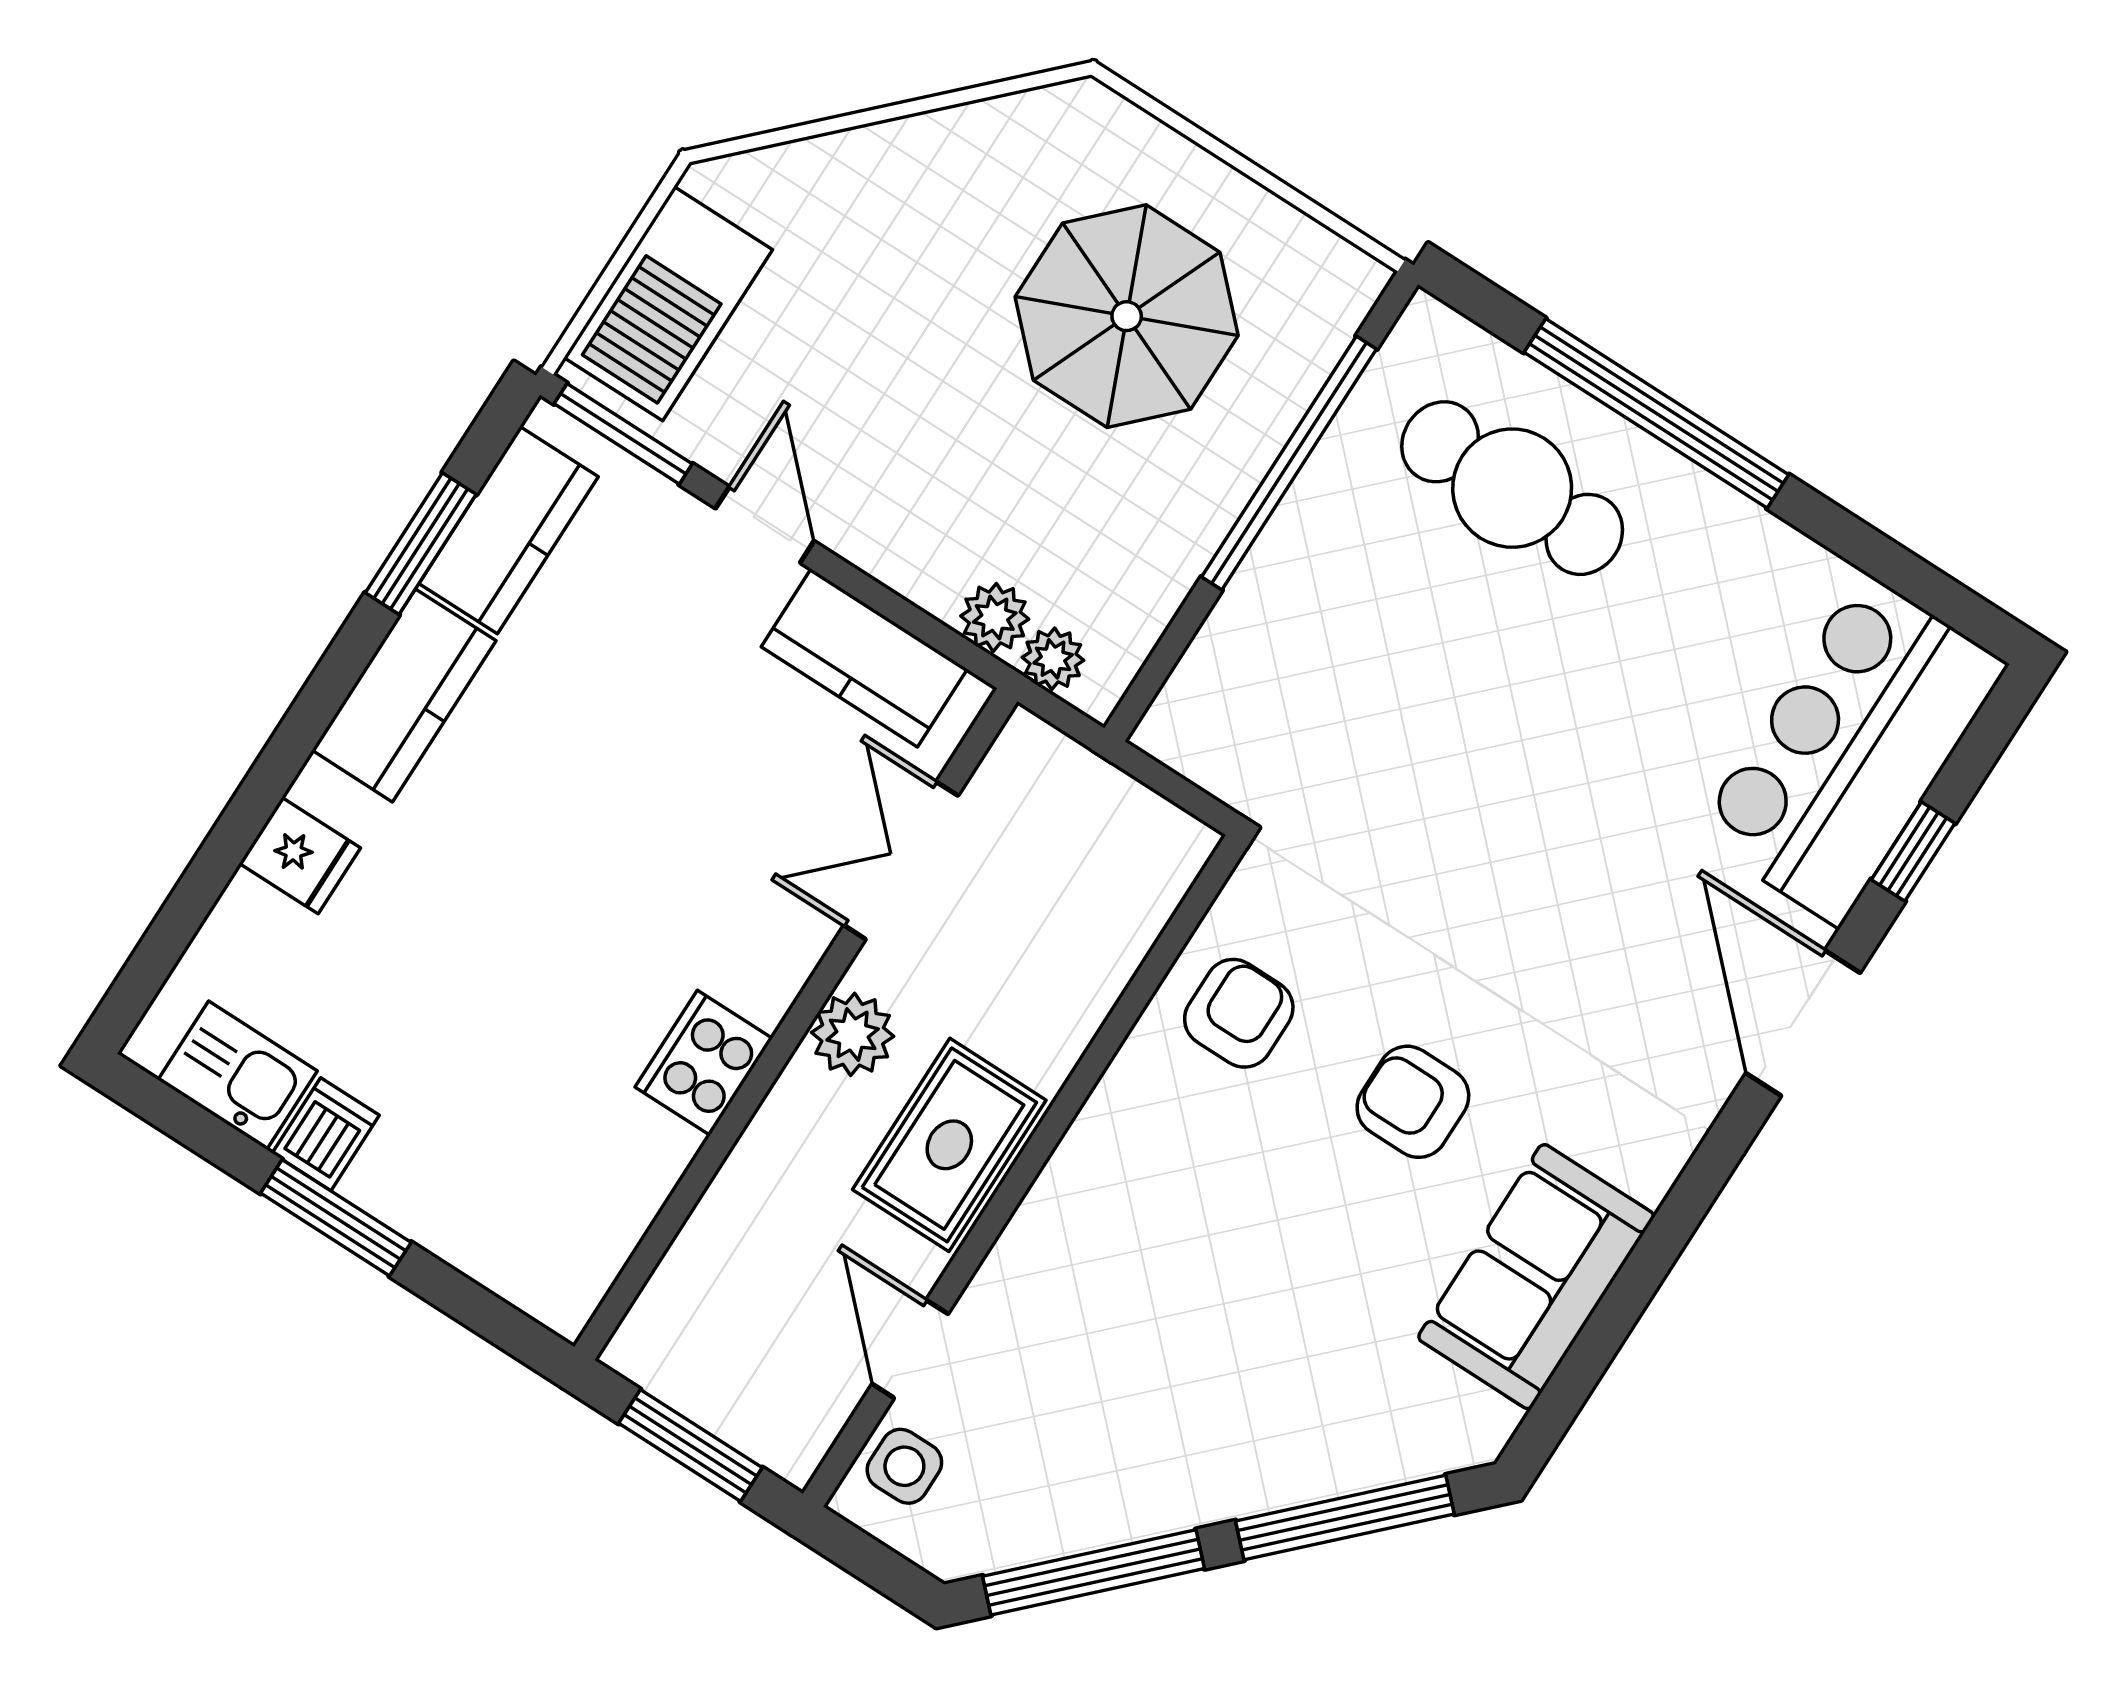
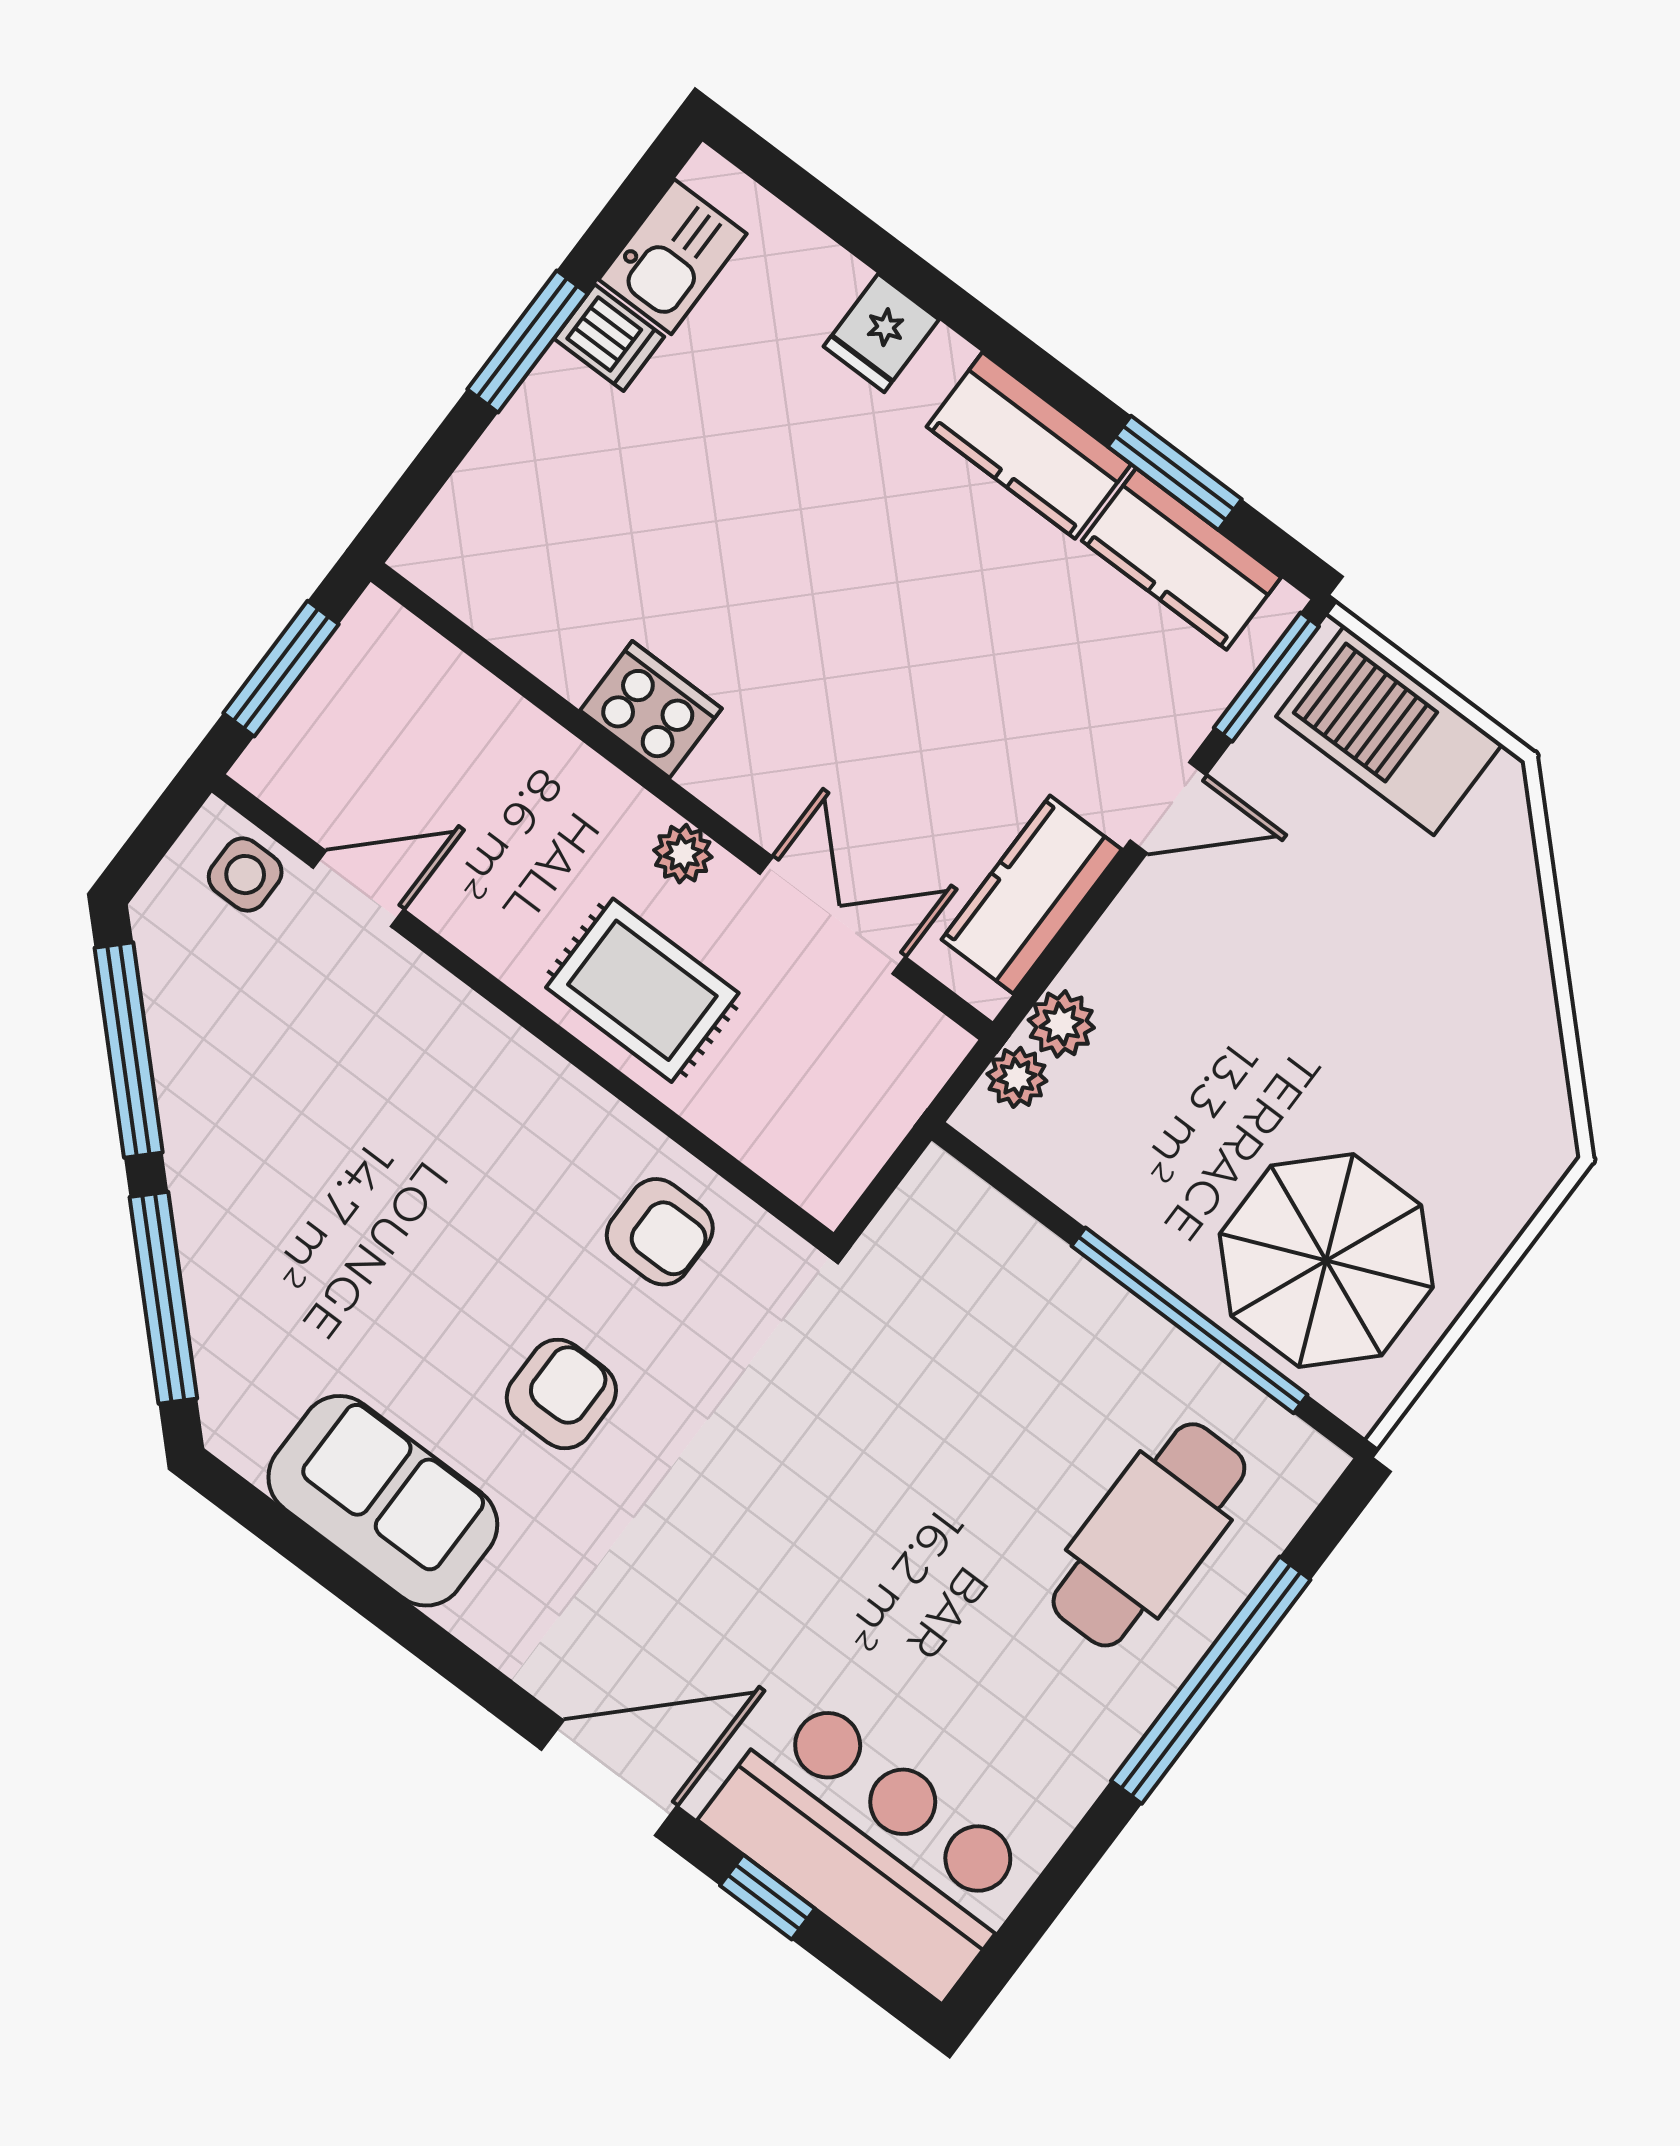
parasol: (1127, 316) -> (1326, 1261), moved
plant: (853, 1034) -> (683, 854), width x0.73, depth x0.73
rug: (949, 1145) -> (642, 990), moved

